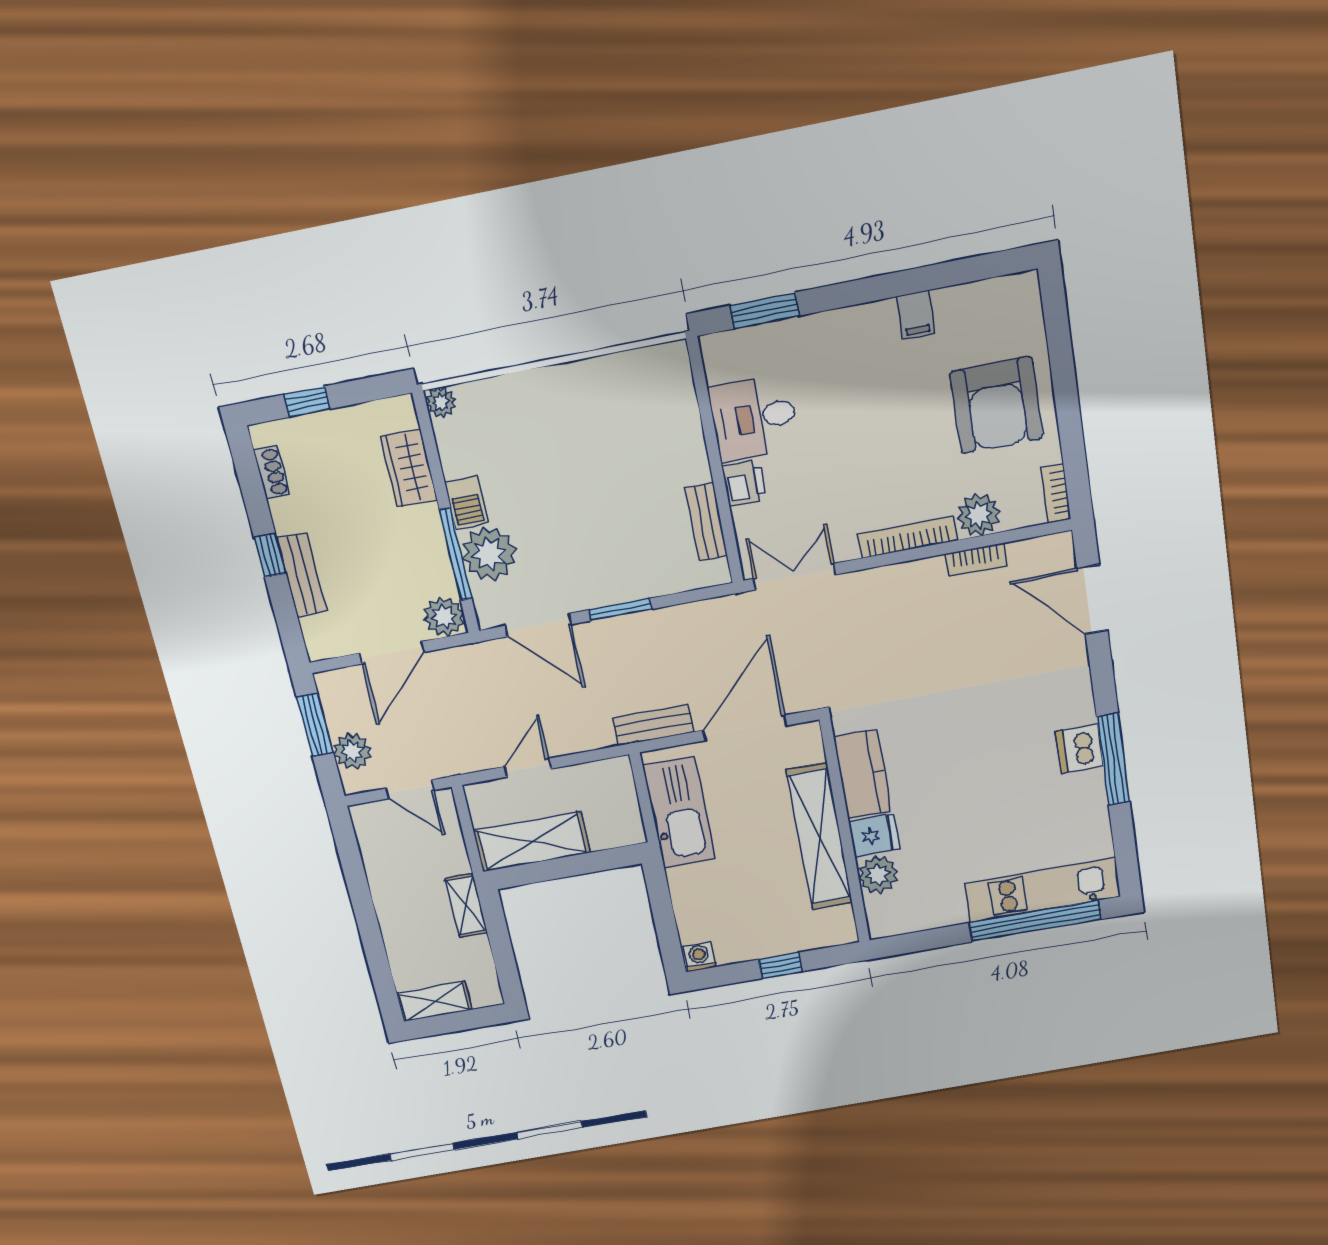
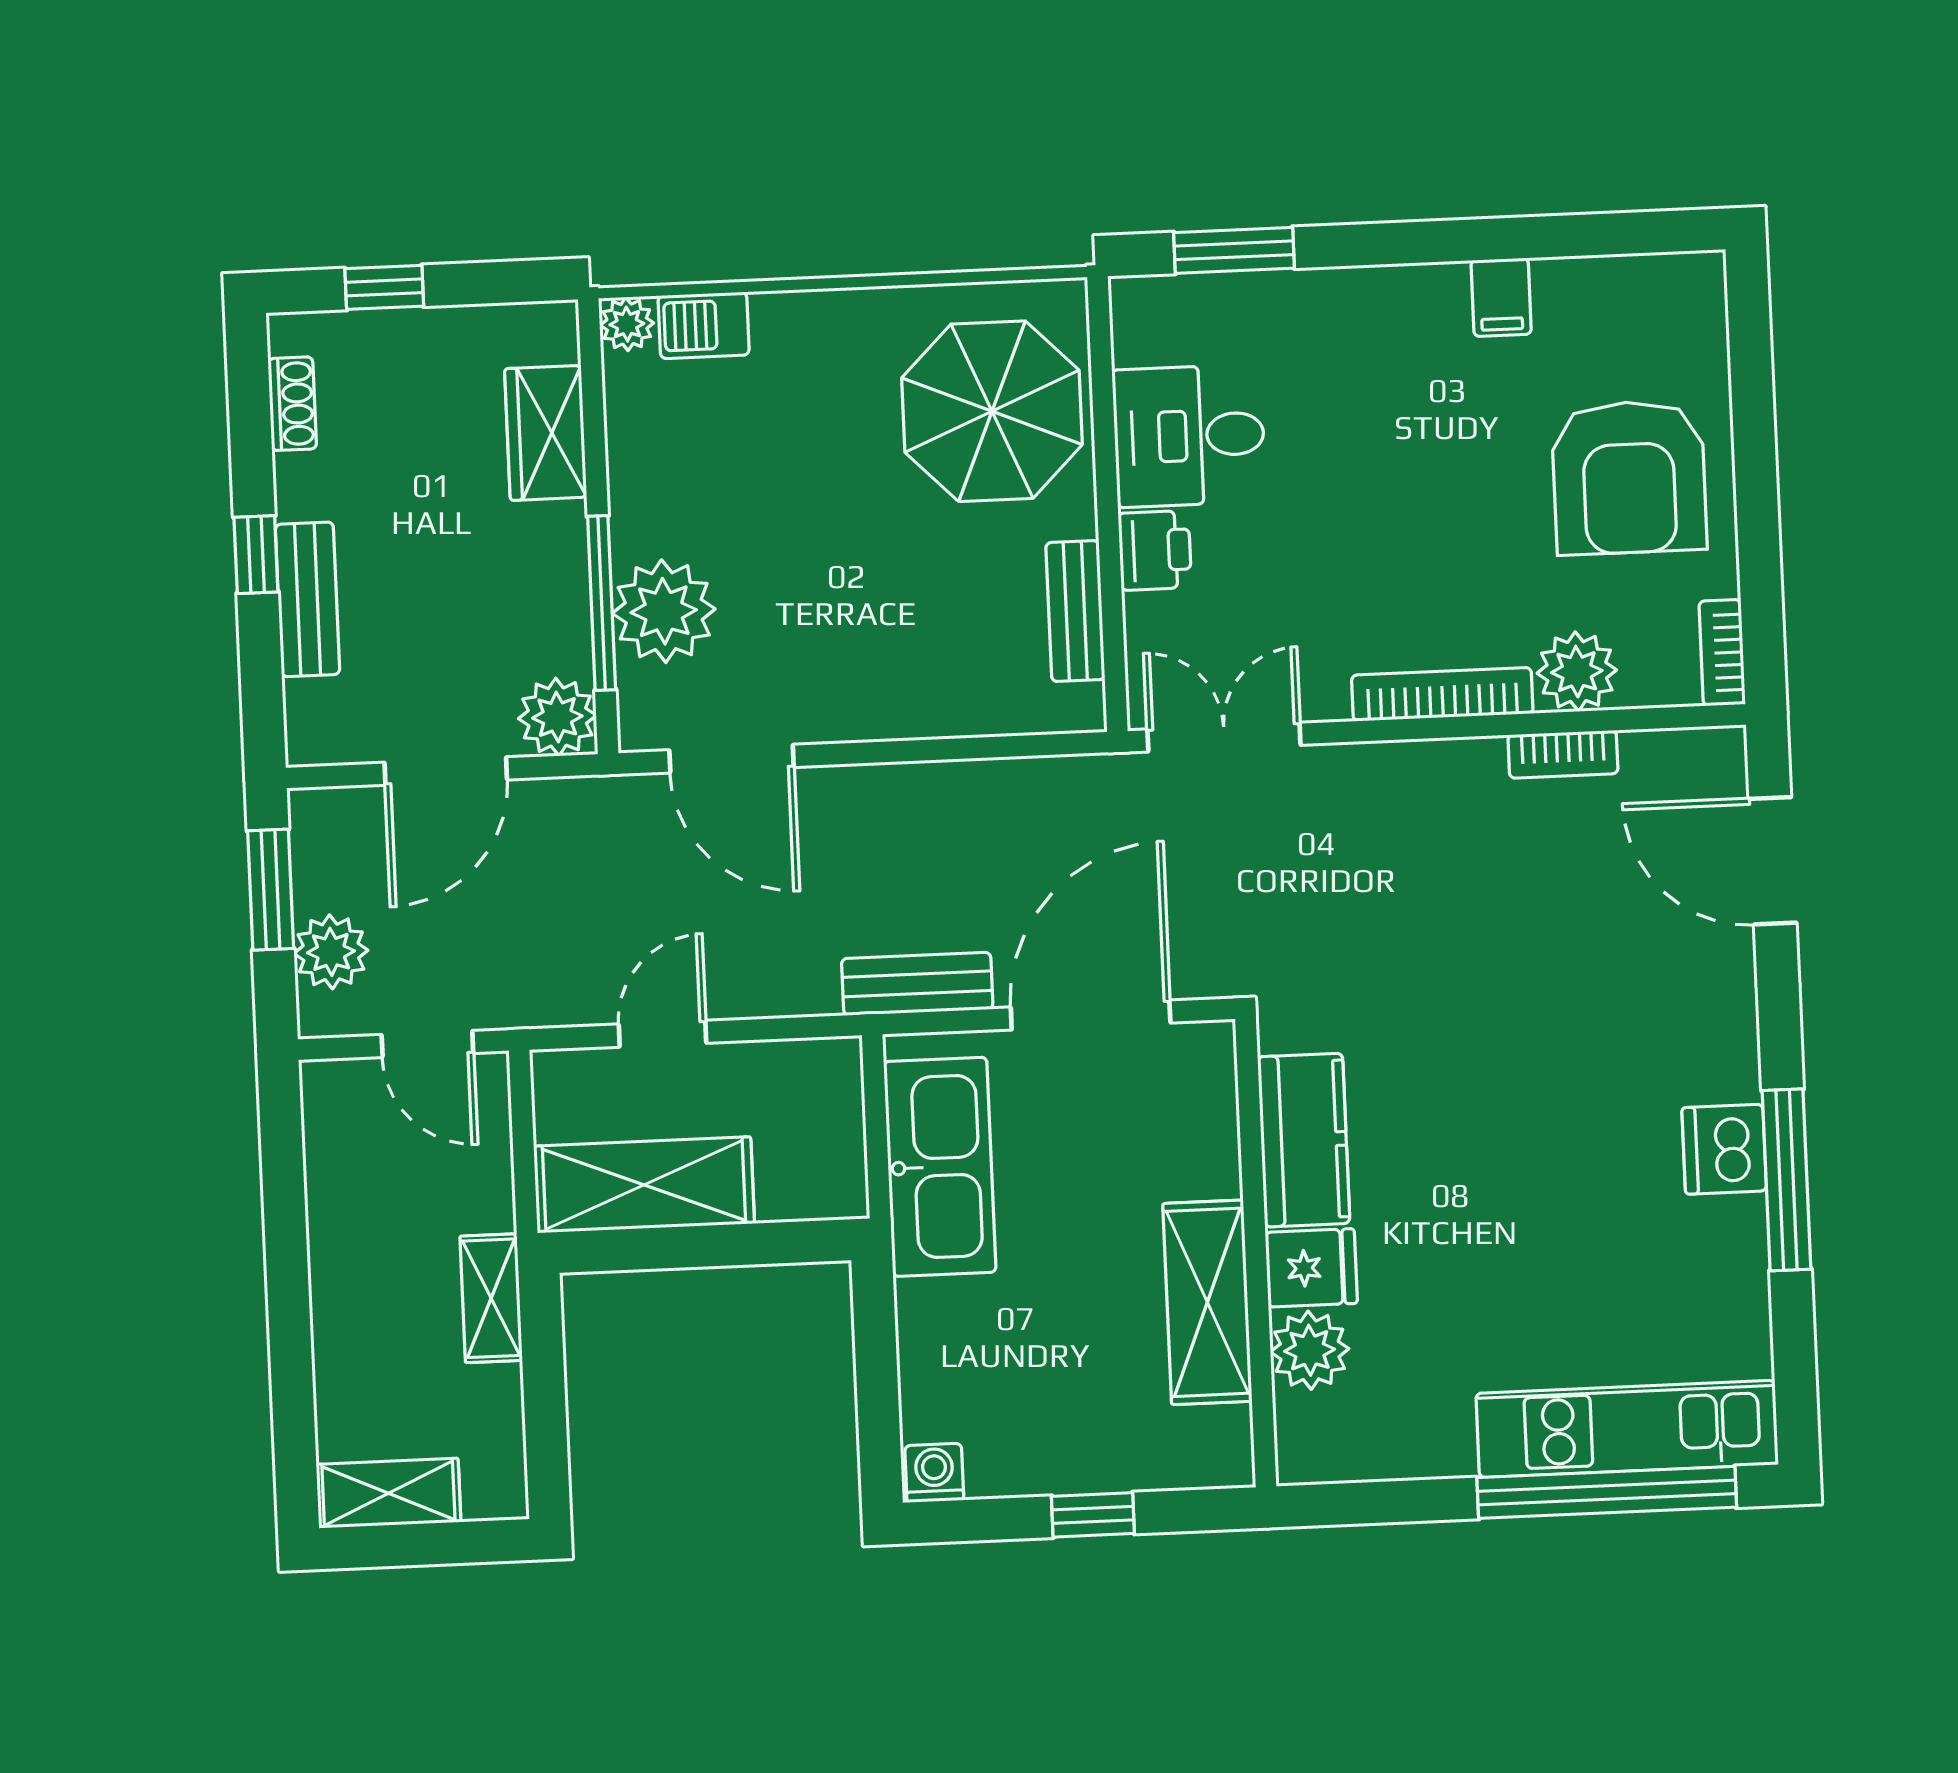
parasol: (645, 420) -> (992, 411), added
barbecue: (466, 503) -> (704, 325), moved, turned 90
window: (620, 610) -> (890, 752), removed
shelving: (820, 837) -> (1207, 1302), width x0.68

